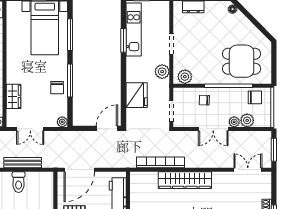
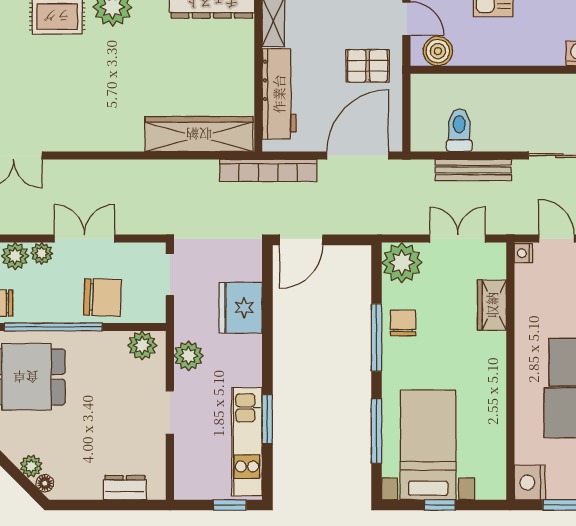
plant: (239, 17) -> (31, 466), added
chair: (204, 100) -> (102, 297), width x1.87, depth x1.87
plant: (62, 122) -> (402, 263), width x1.88, depth x1.88
bookcase: (160, 162) -> (268, 170), moved
wardrobe: (185, 180) -> (199, 134), moved
toilet: (19, 182) -> (459, 130), moved

